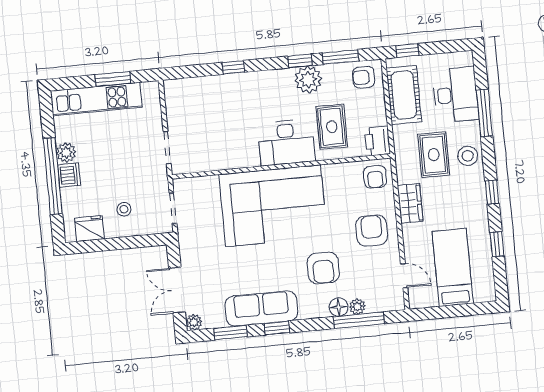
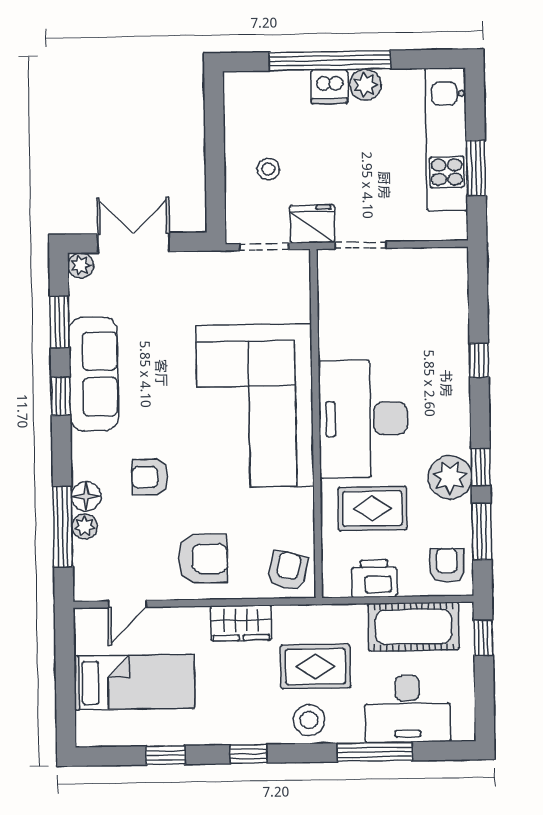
printer: (377, 141) -> (374, 579), moved
desk: (286, 143) -> (363, 419), width x1.36, depth x1.30
armchair: (375, 177) -> (288, 571), turned 103
fridge: (89, 229) -> (312, 224), moved, turned -90
armchair: (323, 268) -> (150, 477), width x0.72, depth x0.72

